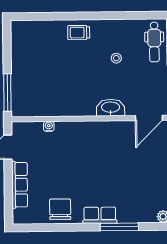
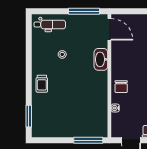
window: (37, 16) -> (29, 116), added
chair: (76, 134) -> (121, 87), added

